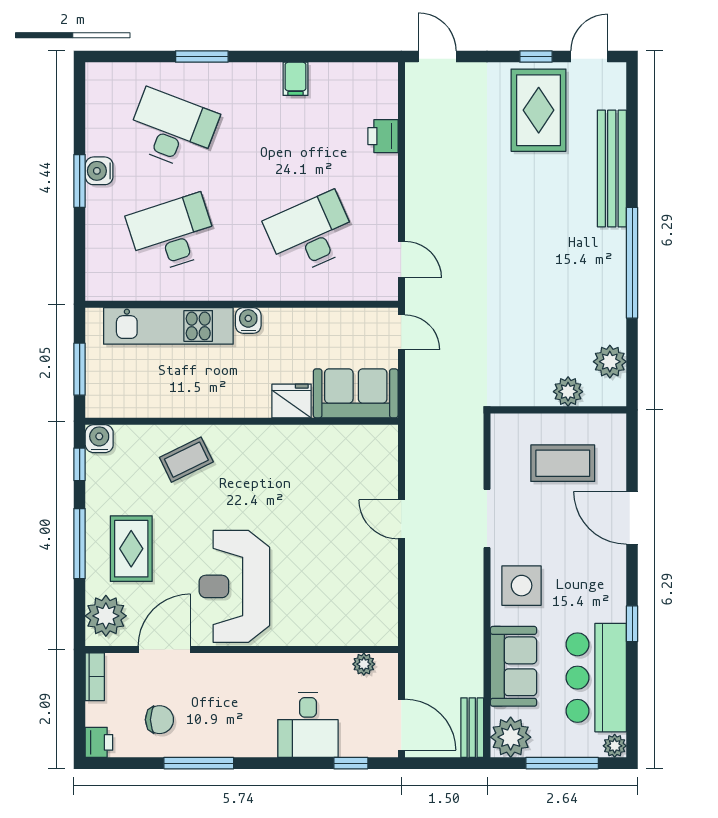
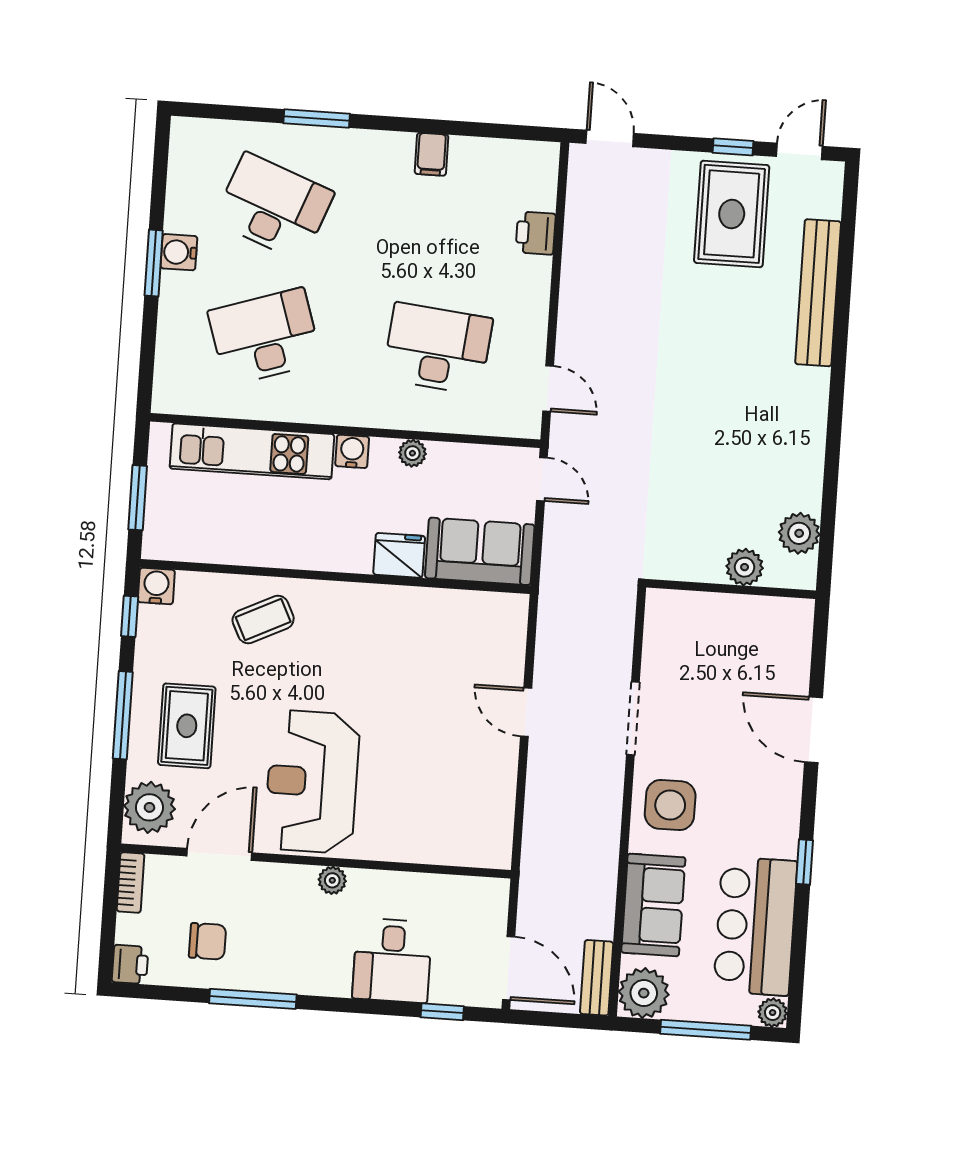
desk: (311, 234) -> (438, 348), turned 30
window: (632, 263) -> (835, 412), removed
plant: (297, 319) -> (412, 453), added
coffee table: (563, 463) -> (732, 656), removed
plant: (364, 664) -> (332, 880), moved

